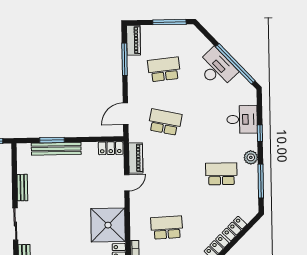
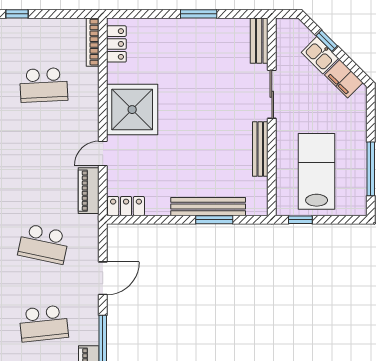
door: (126, 114) -> (103, 278), moved
bench: (22, 188) -> (260, 149), width x1.36
shower: (108, 225) -> (132, 110), moved

